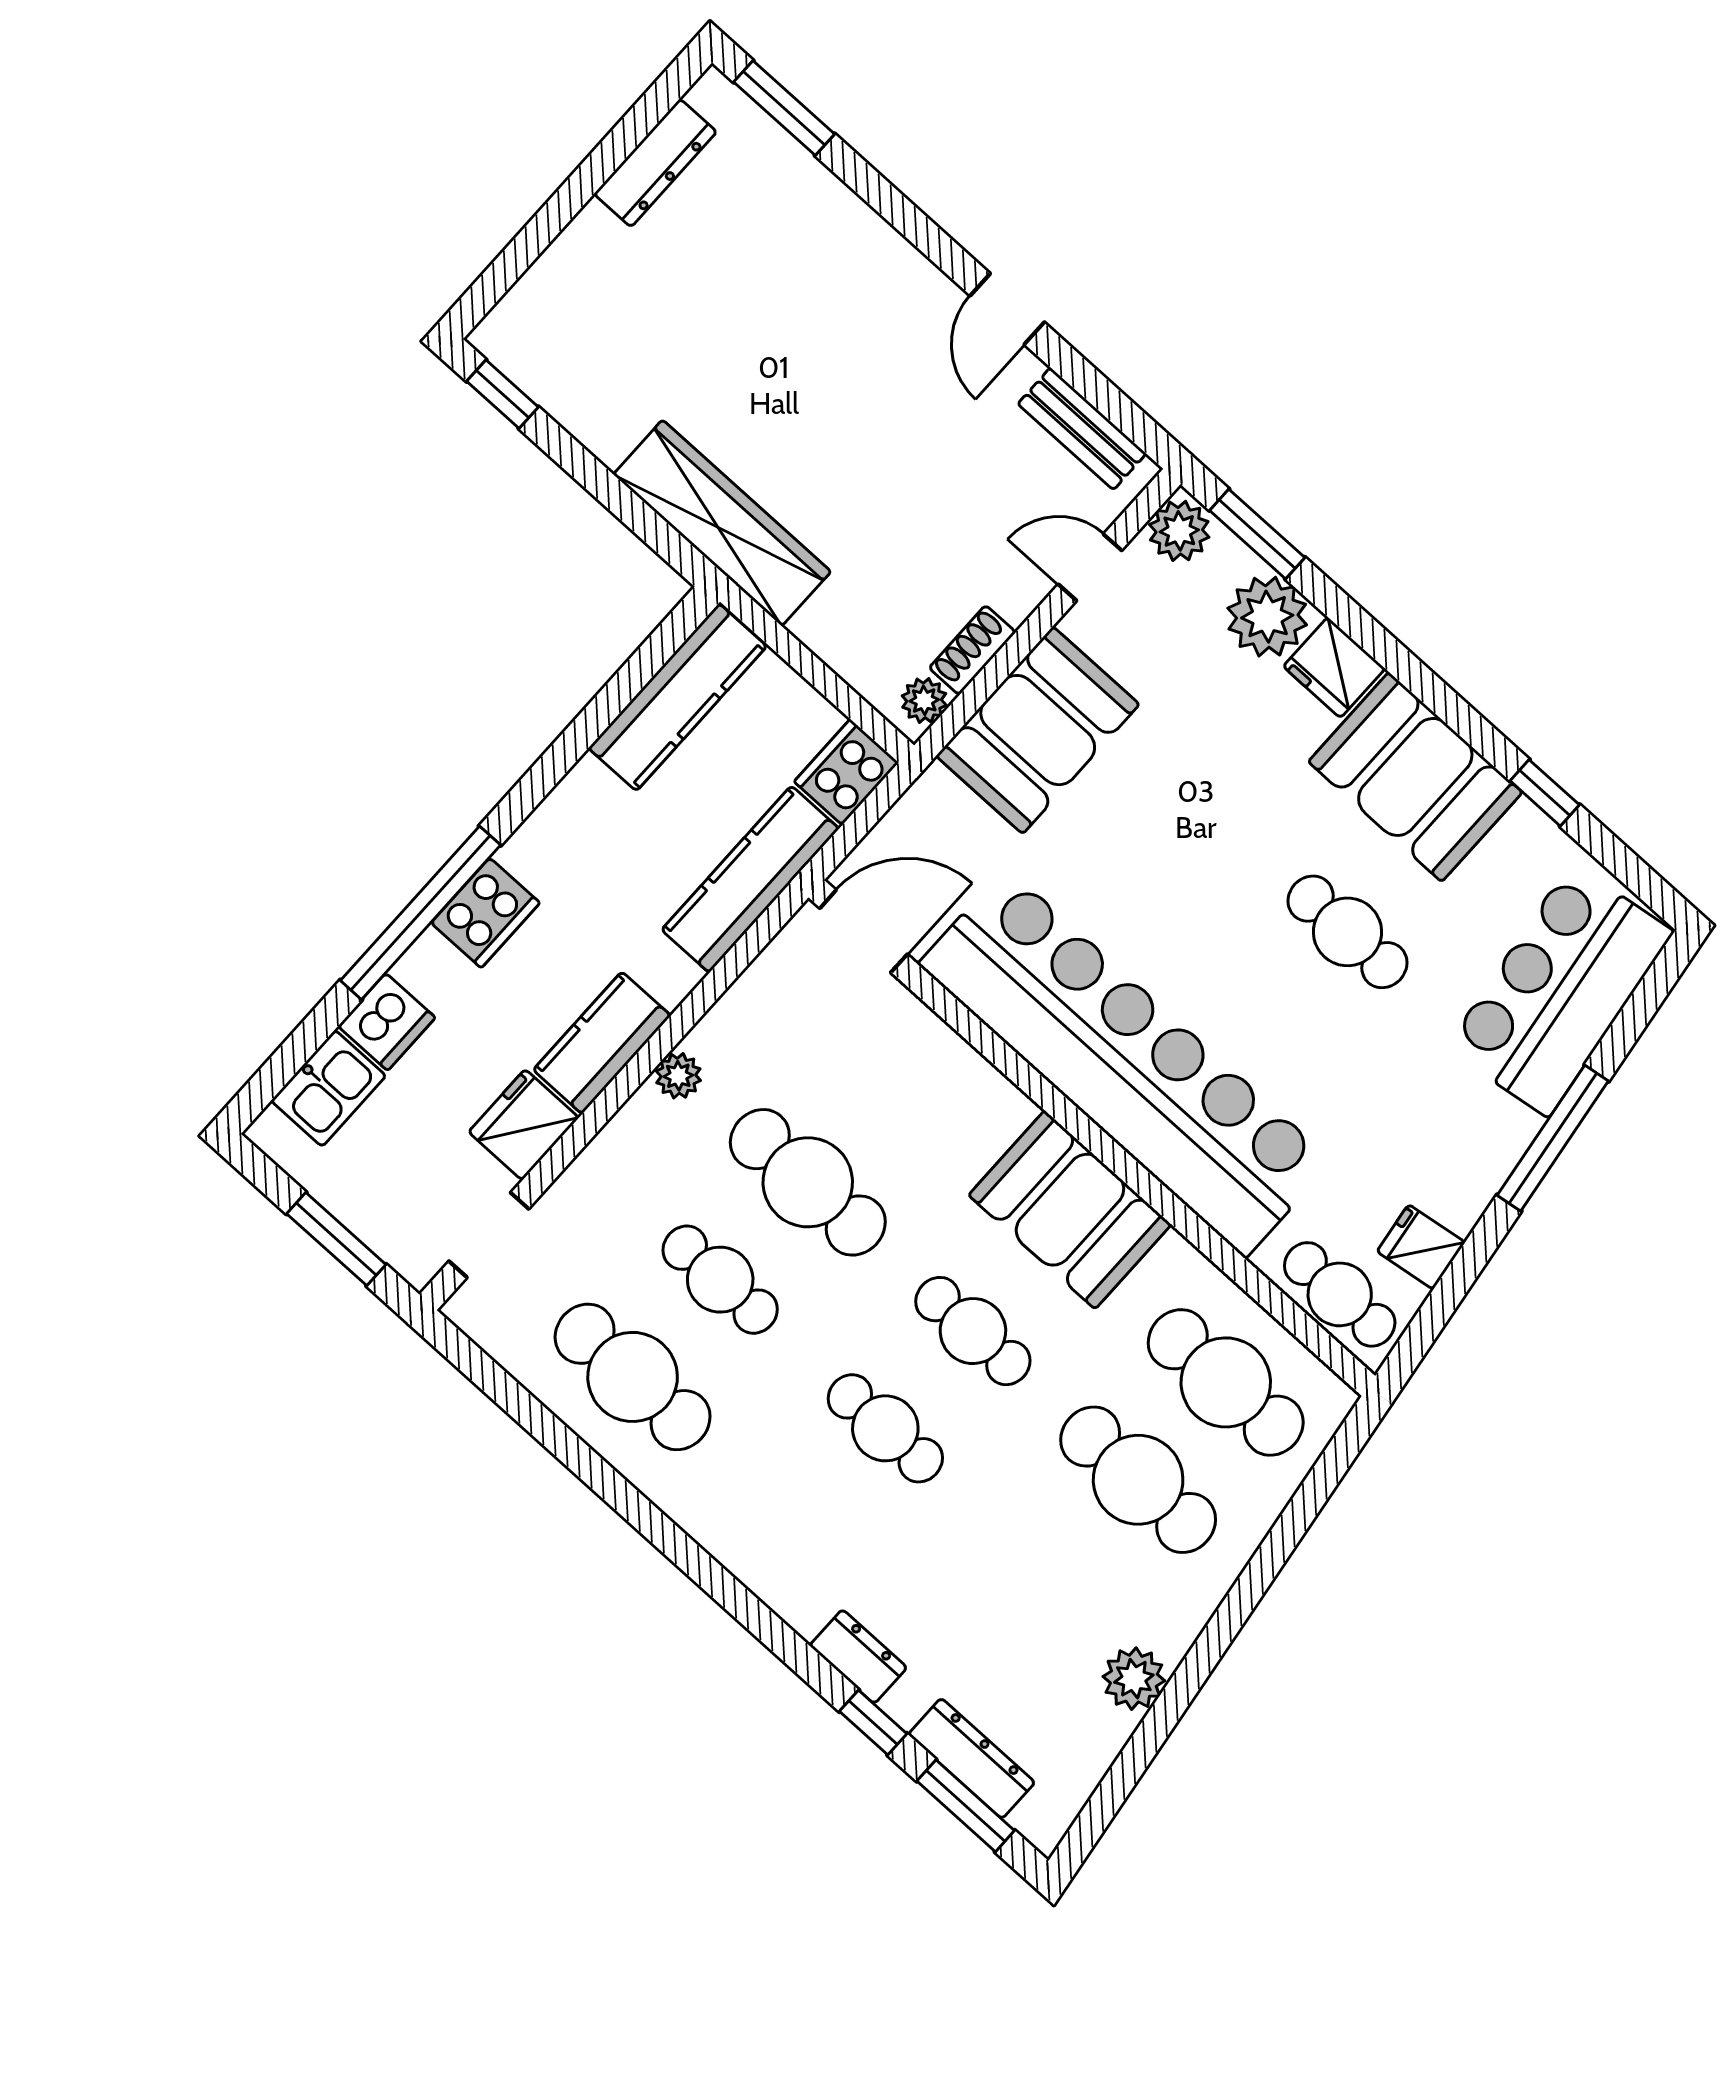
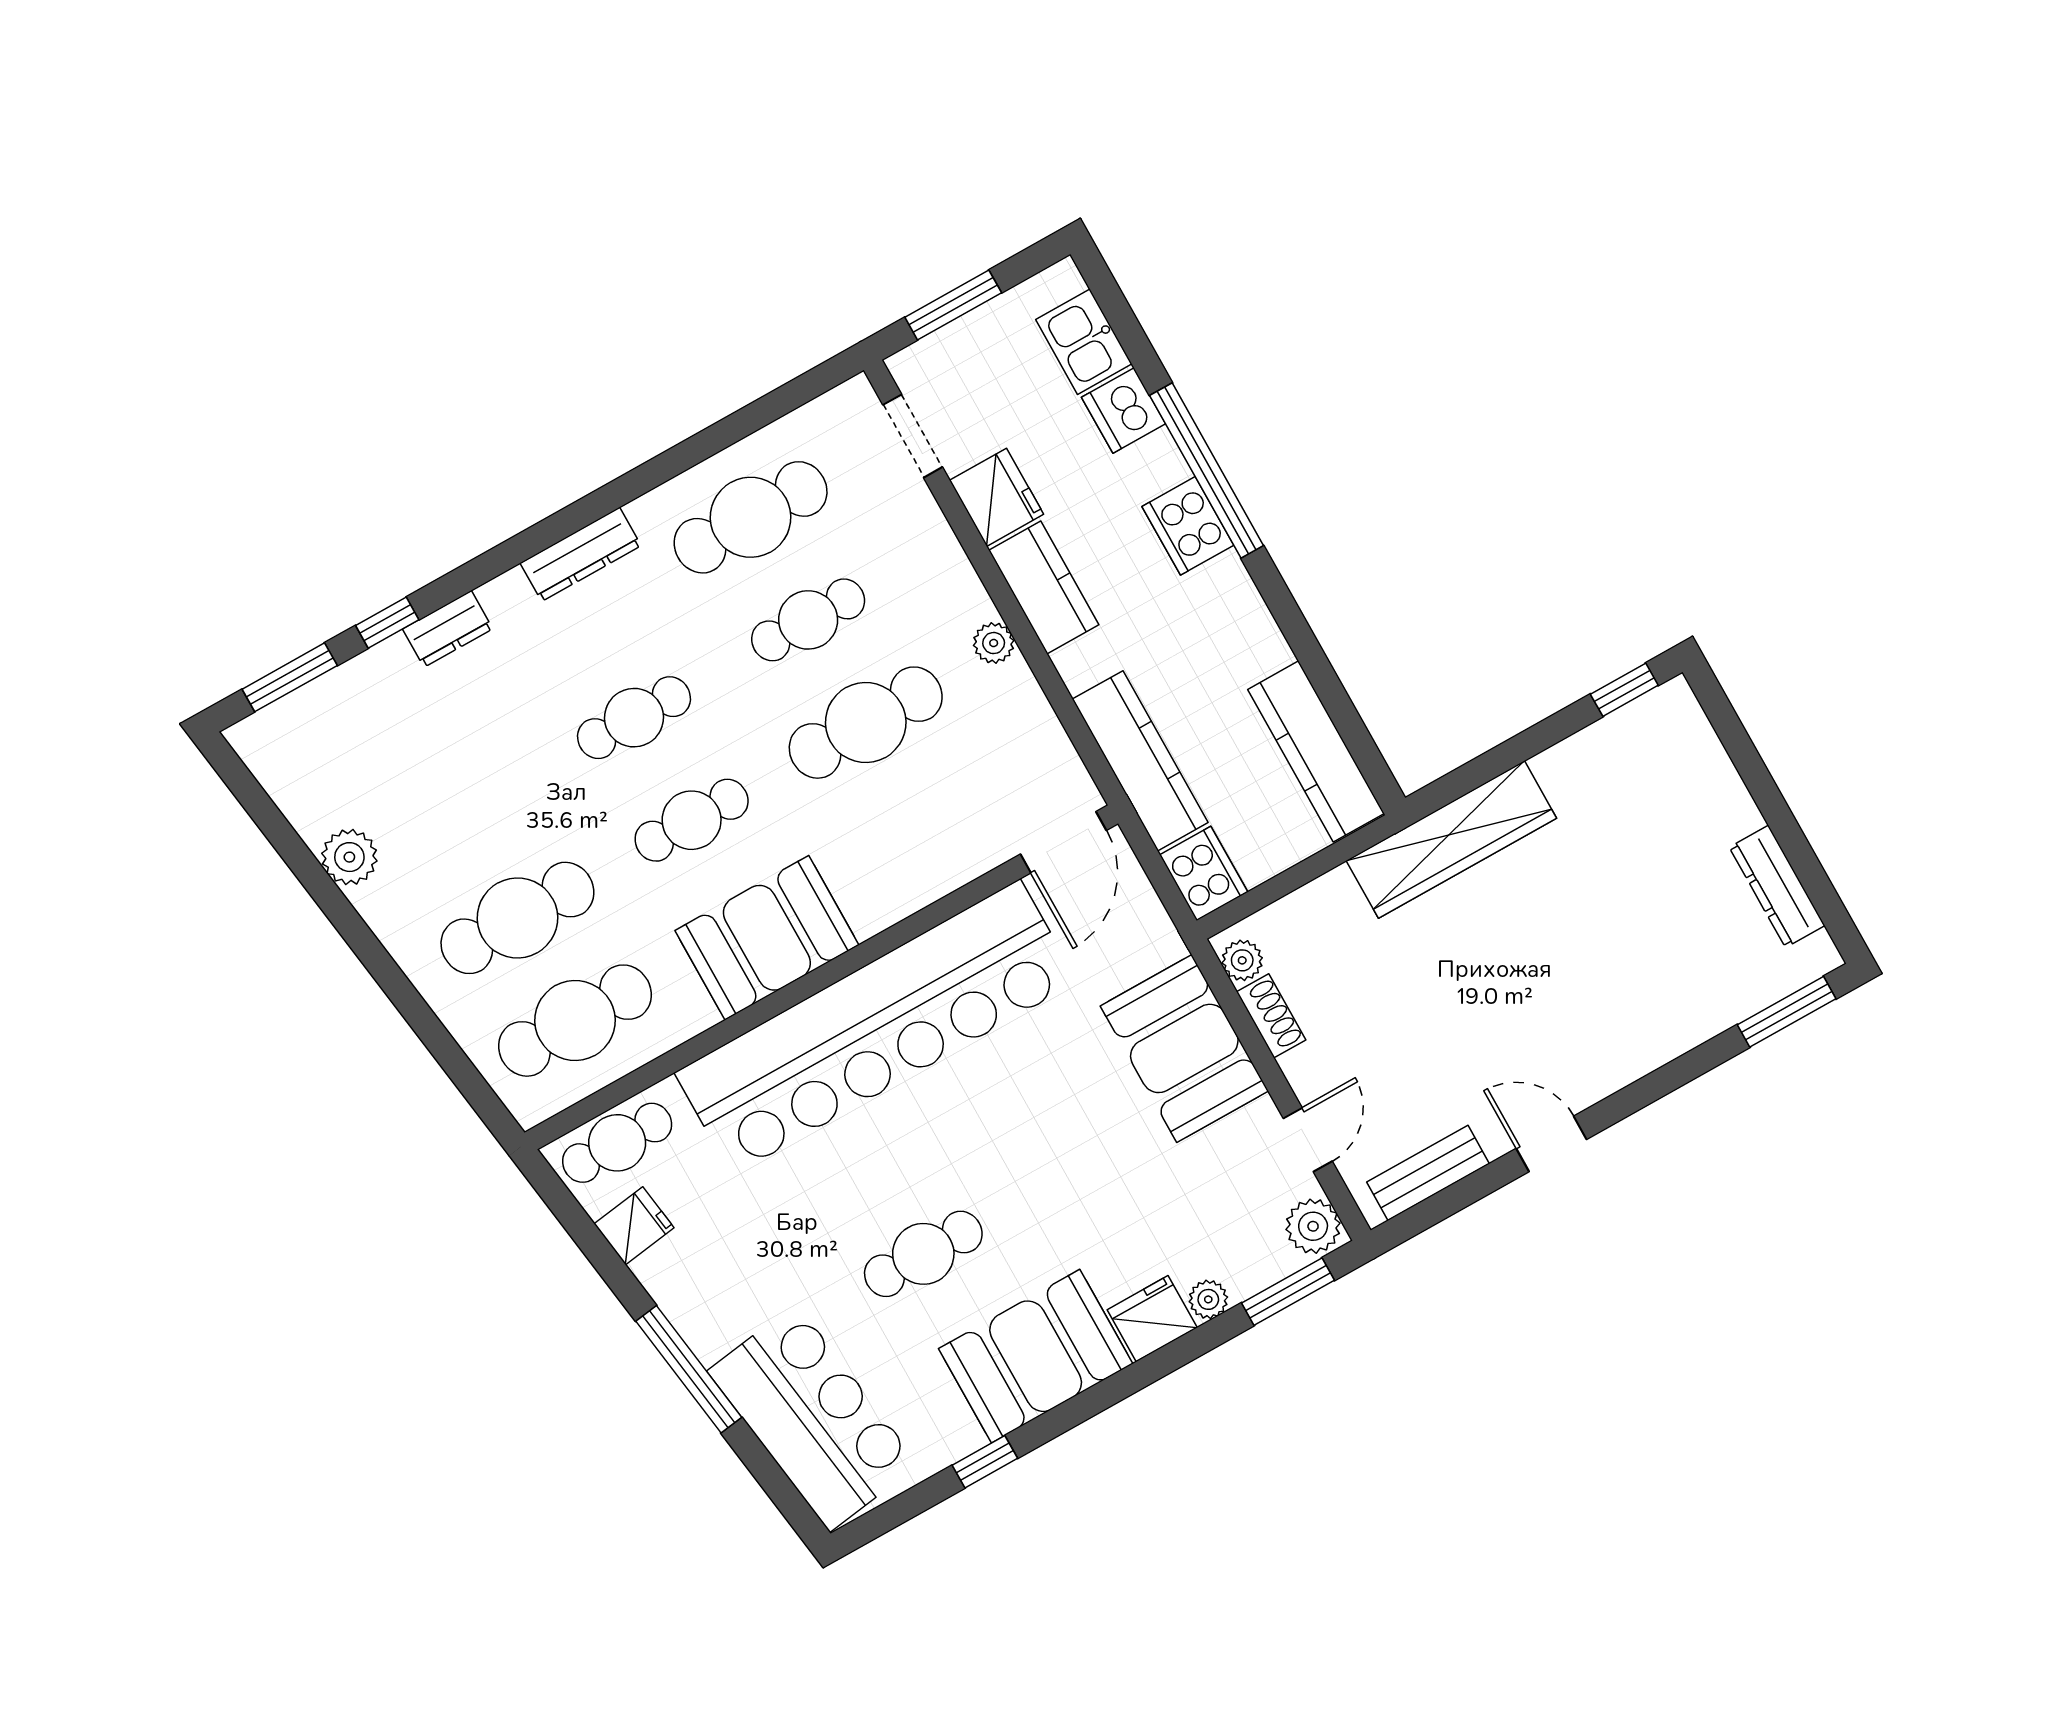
plant: (1267, 617) -> (1208, 1299), width x0.53, depth x0.53
dresser: (972, 1758) -> (581, 554), moved

